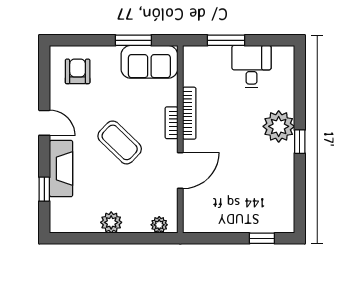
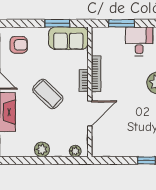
armchair: (78, 71) -> (19, 45), turned 90

